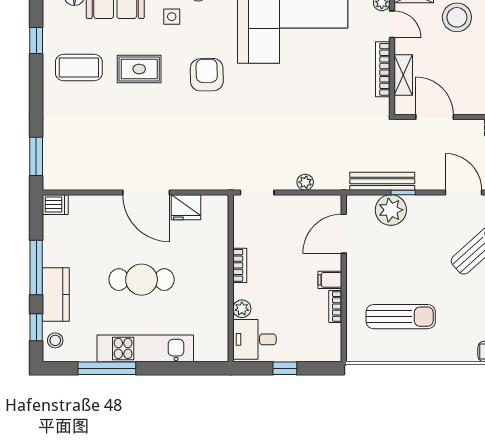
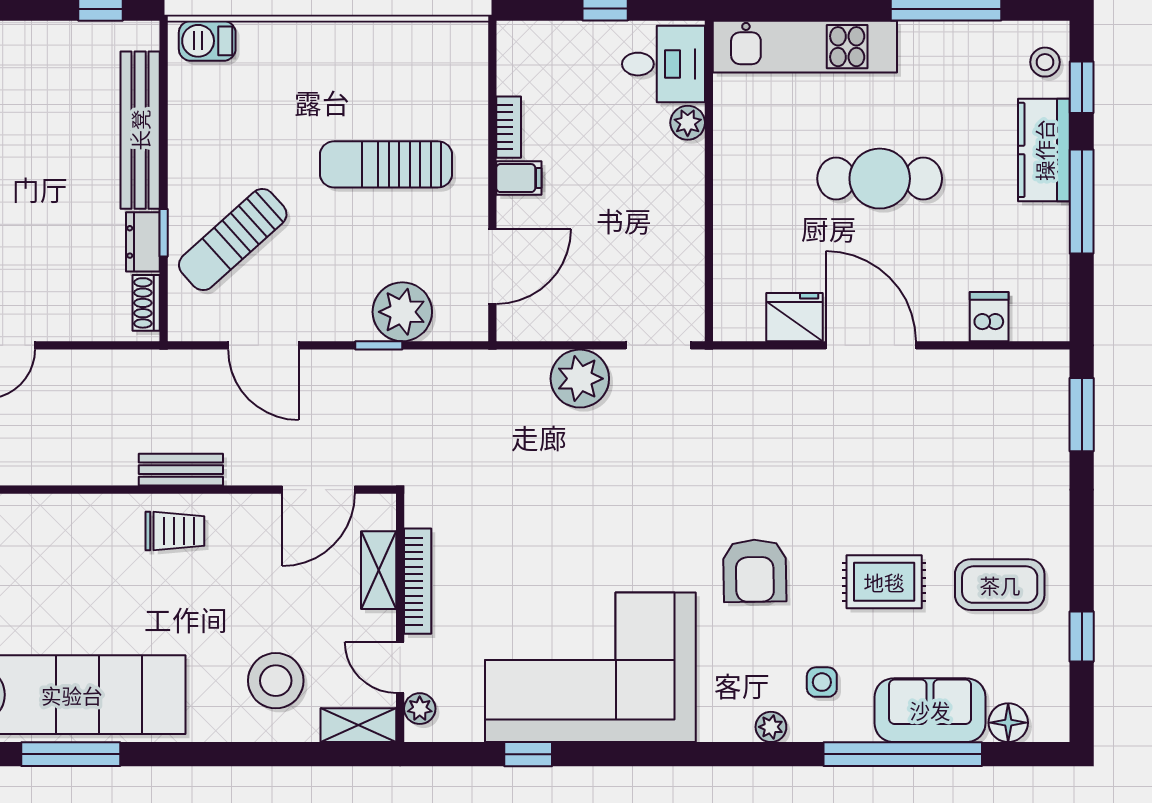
door: (435, 117) -> (318, 490), hinge flipped
bench: (382, 181) -> (419, 367), removed
plant: (305, 182) -> (580, 379), width x1.88, depth x1.88
dishwasher: (55, 205) -> (989, 317), moved, turned 90
bookcase: (240, 265) -> (692, 206), removed
sun lounger: (401, 317) -> (386, 164), moved
kitchen unit: (145, 348) -> (805, 47), moved

